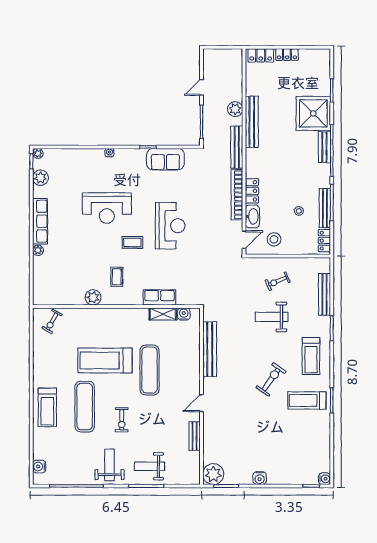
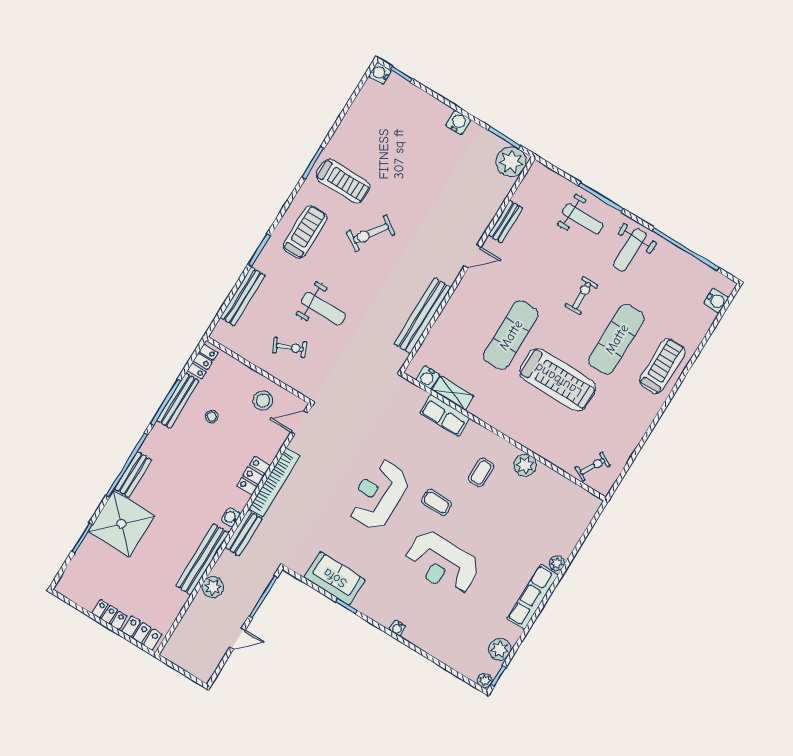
bench: (237, 147) -> (244, 533), width x0.73
reception desk: (107, 208) -> (442, 563), turned 180
washbasin: (252, 216) -> (231, 517), moved, width x0.52, depth x0.69

